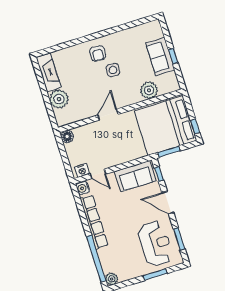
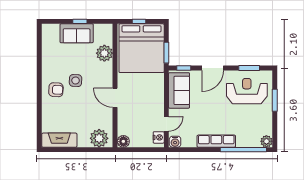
plant: (59, 99) -> (99, 138), moved
window: (195, 126) -> (139, 21), moved
row of seats: (94, 222) -> (216, 141), width x0.73

